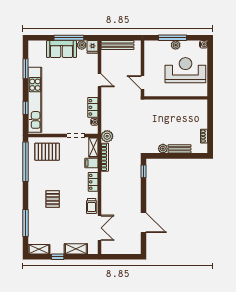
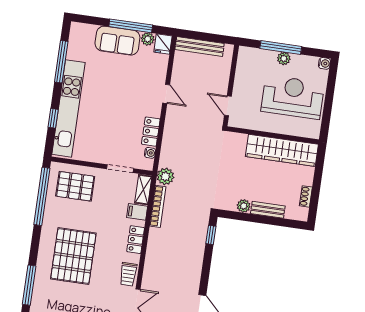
window: (26, 69) -> (61, 62), width x1.44
wardrobe: (183, 107) -> (282, 150), added
pallet: (53, 199) -> (73, 256), width x2.05, depth x2.00

